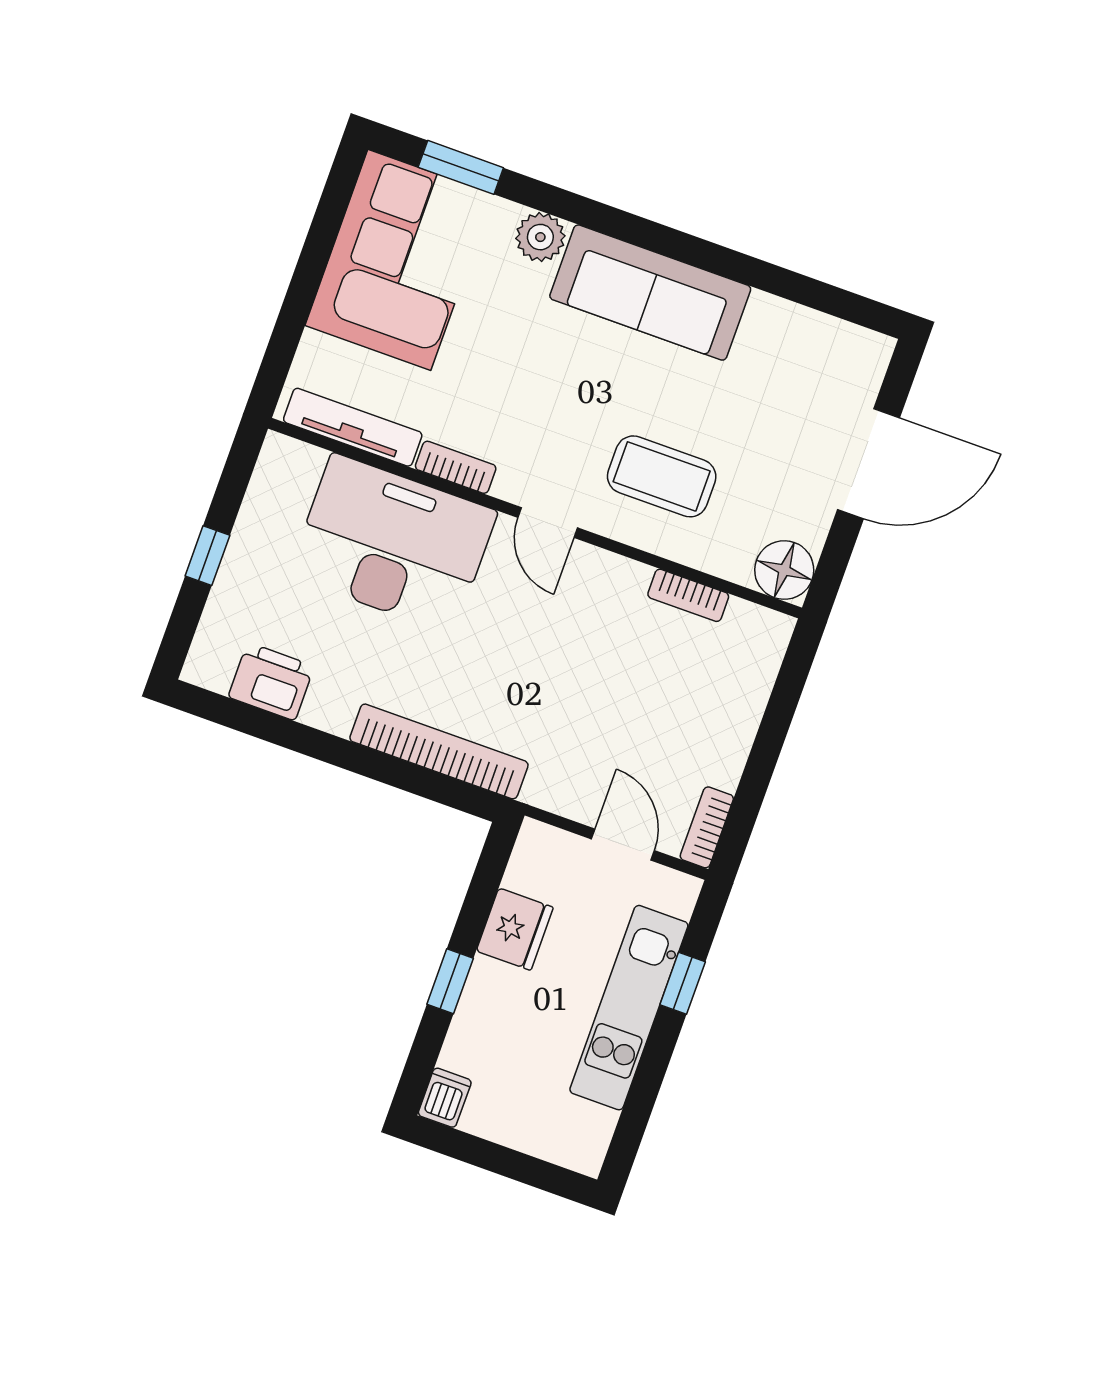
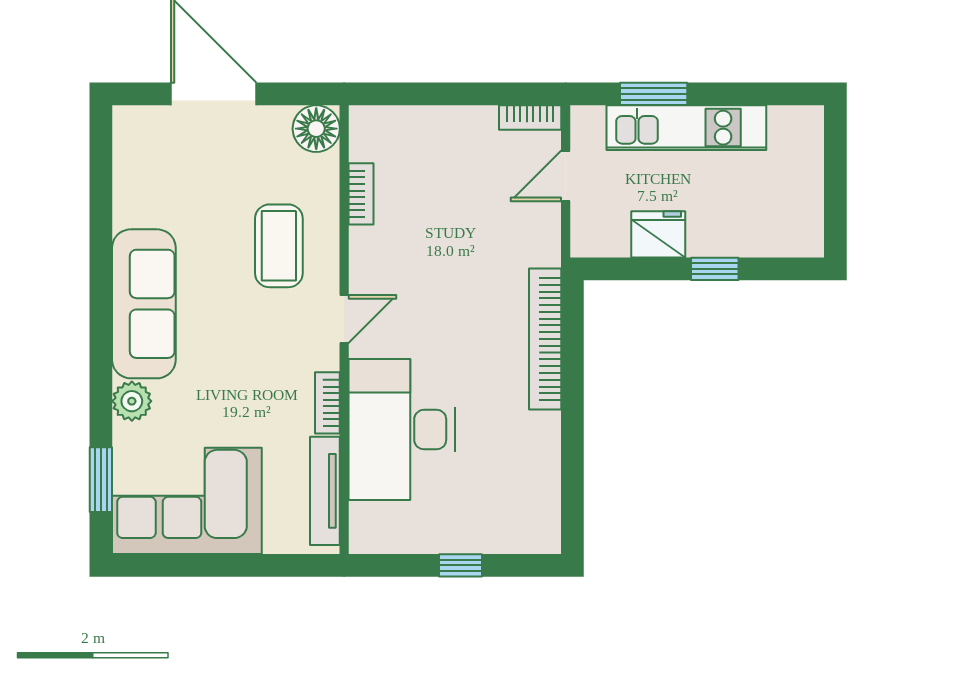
printer: (271, 681) -> (538, 484), removed
window: (683, 983) -> (654, 94), width x1.50
dishwasher: (445, 1098) -> (804, 242), removed

